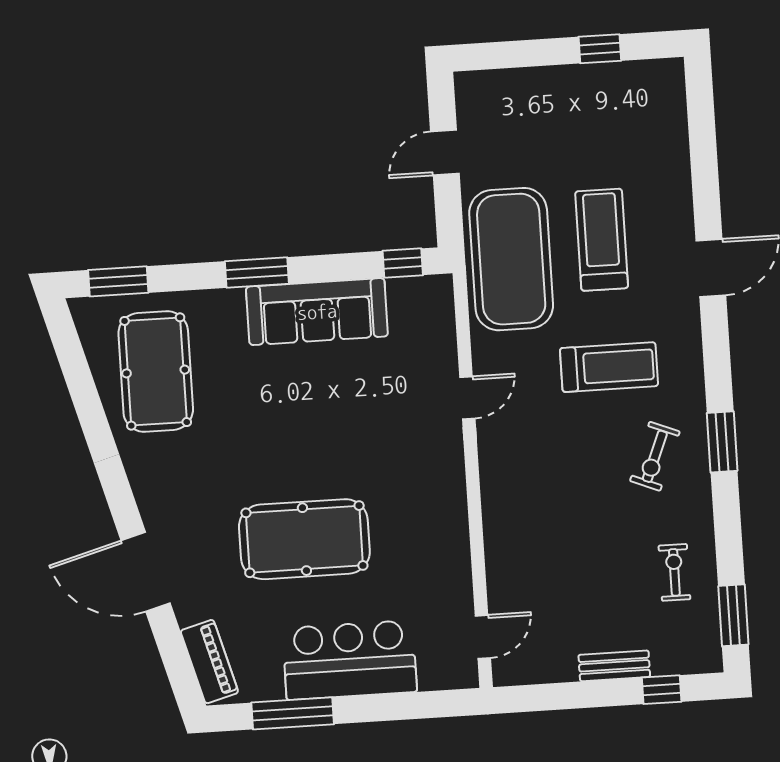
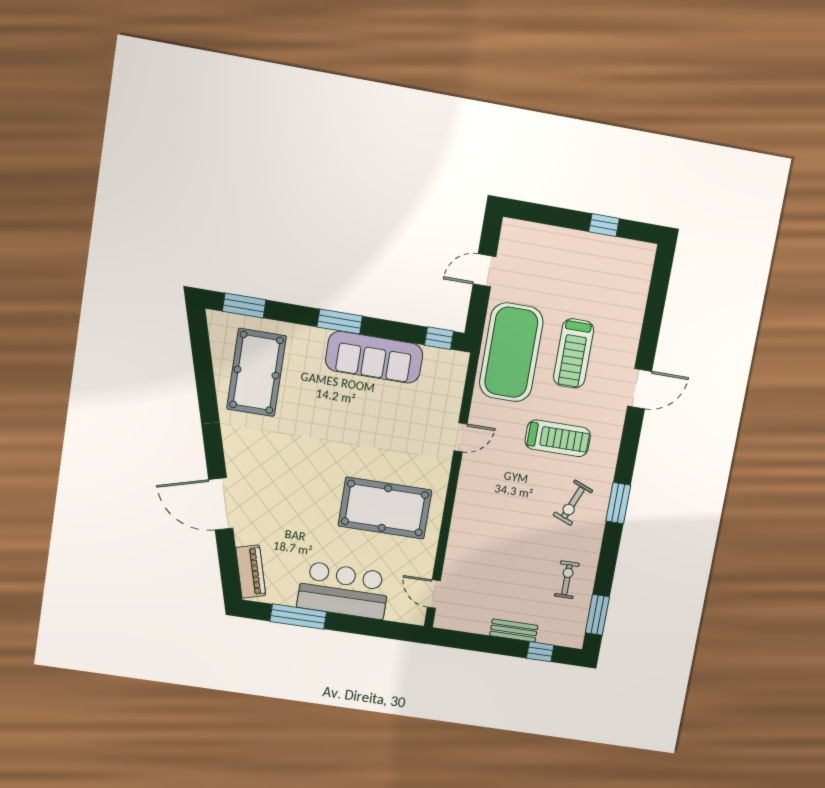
treadmill: (602, 240) -> (574, 353), turned 180
pool table: (304, 539) -> (385, 508), moved
door: (483, 637) -> (434, 594), swing flipped

